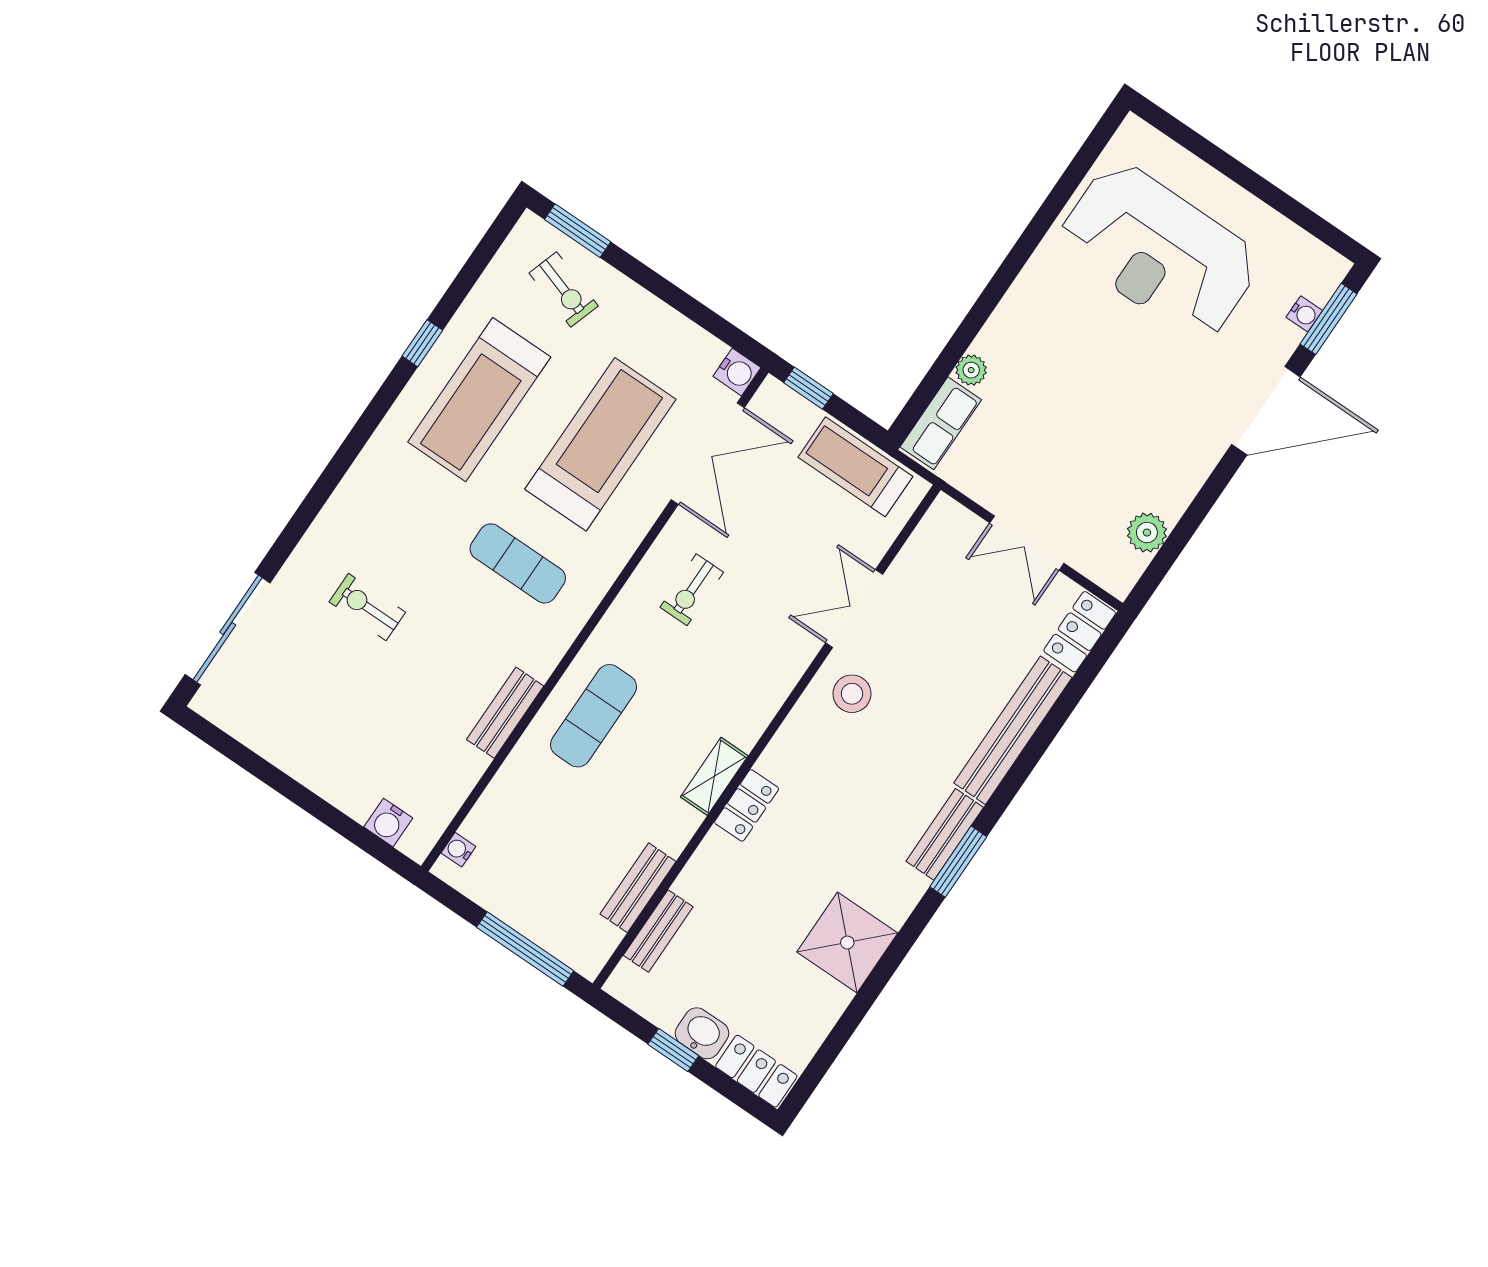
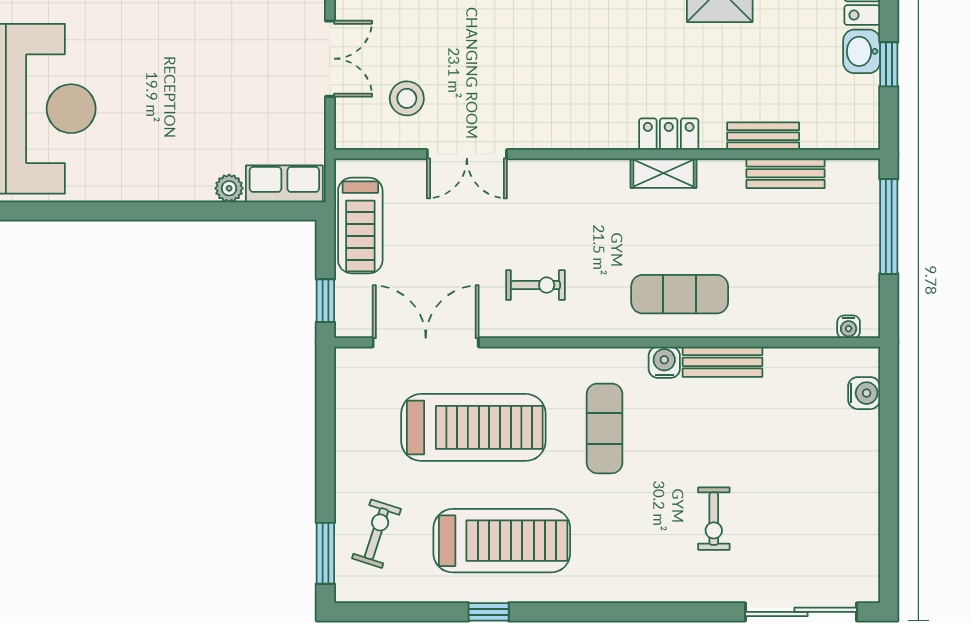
water cooler: (737, 372) -> (664, 362), moved
treadmill: (600, 444) -> (473, 427), turned 180
stool: (852, 694) -> (407, 98), moved
bench: (658, 931) -> (763, 136), moved

